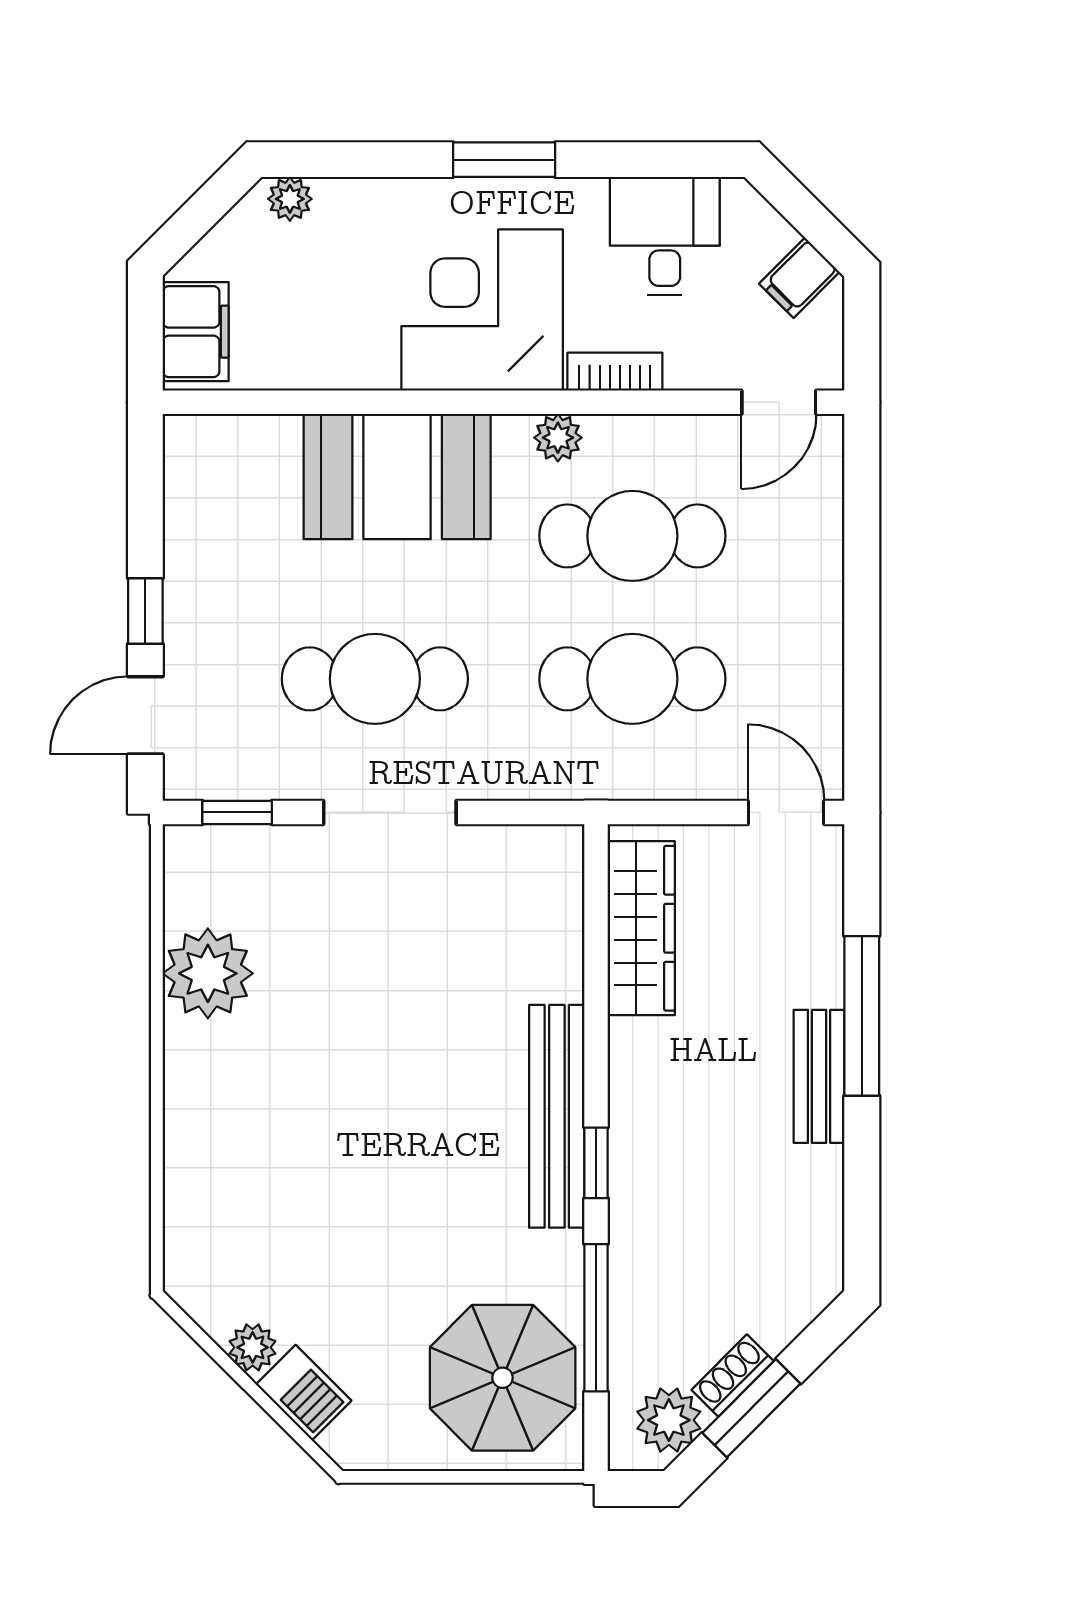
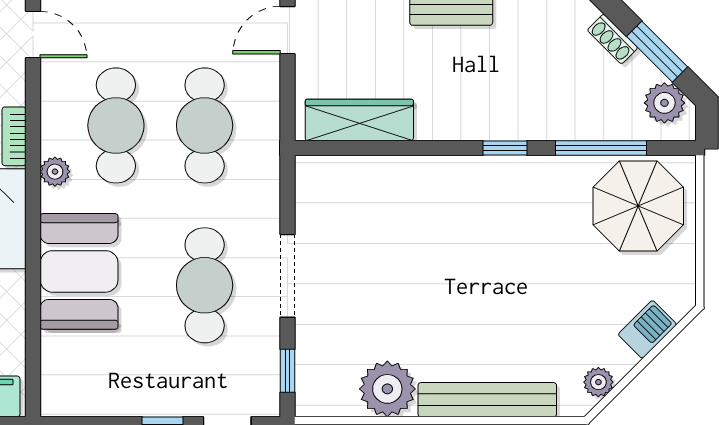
bench: (557, 1116) -> (487, 400), moved
plant: (253, 1347) -> (598, 382), moved
shoe rack: (733, 1376) -> (613, 39), moved

